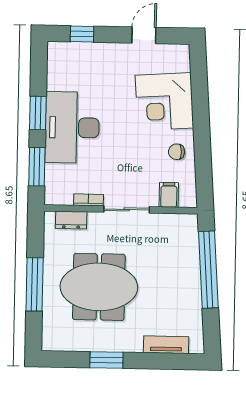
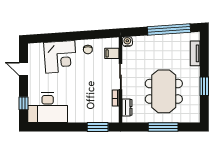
window: (38, 113) -> (68, 127), removed
desk: (72, 128) -> (48, 108), moved
water cooler: (190, 223) -> (127, 42), added
window: (208, 270) -> (169, 29), moved

